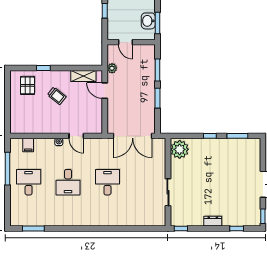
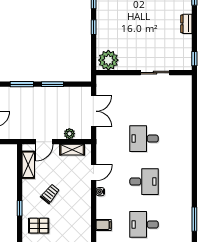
plant: (112, 68) -> (69, 134), moved
shelving: (97, 116) -> (72, 150), added
double door: (133, 136) -> (94, 111), width x0.73

